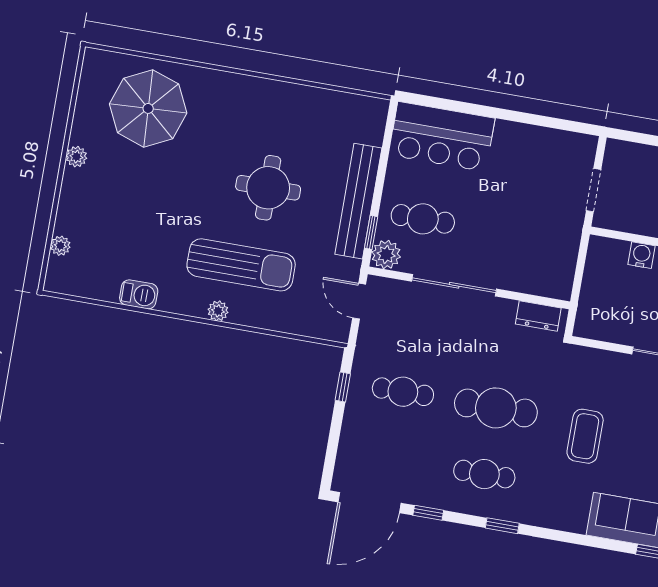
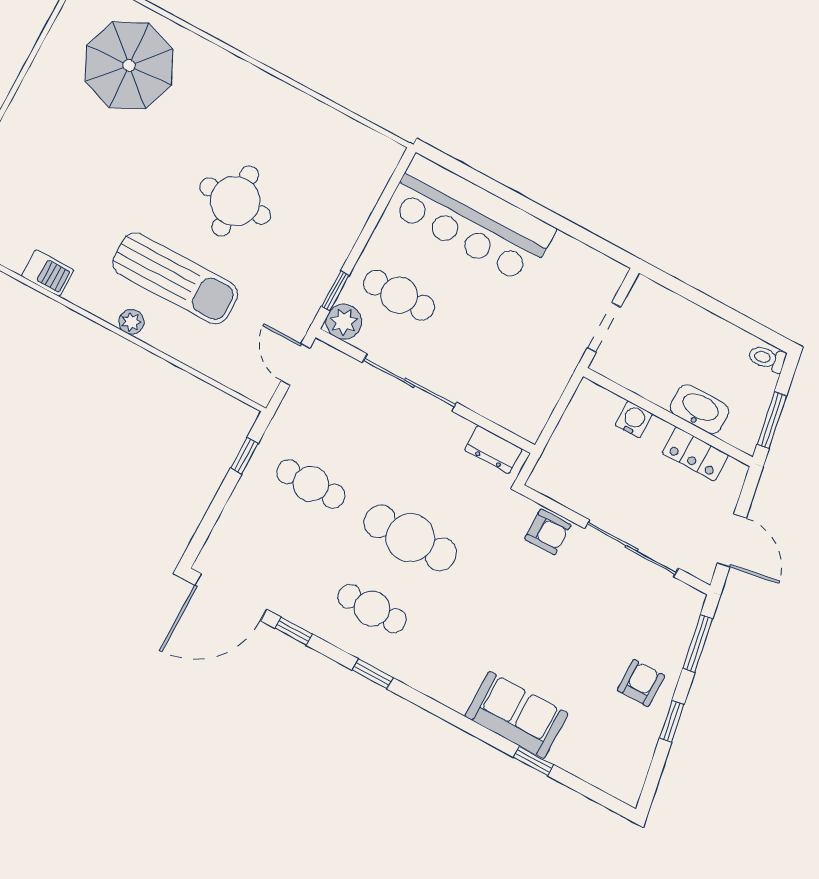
bar counter: (442, 137) -> (471, 219), width x1.36
plant: (76, 157) -> (29, 93), removed
bench: (358, 201) -> (333, 251), removed
armchair: (603, 367) -> (548, 532), added
coffee table: (585, 436) -> (501, 604), removed

